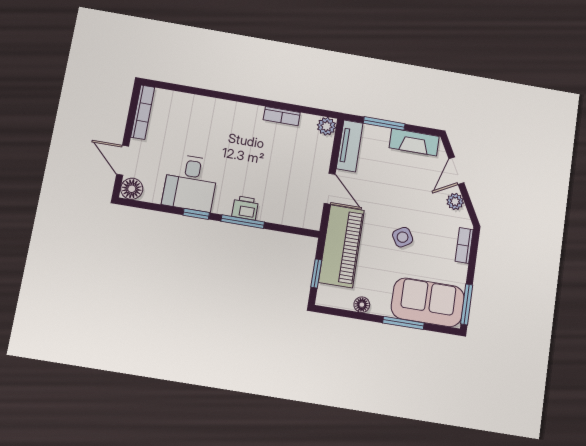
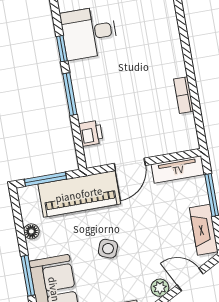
plant: (327, 126) -> (189, 141), removed
printer: (245, 208) -> (91, 133), moved
side table: (403, 237) -> (108, 249), turned -38
window: (316, 273) -> (45, 179), width x1.50

